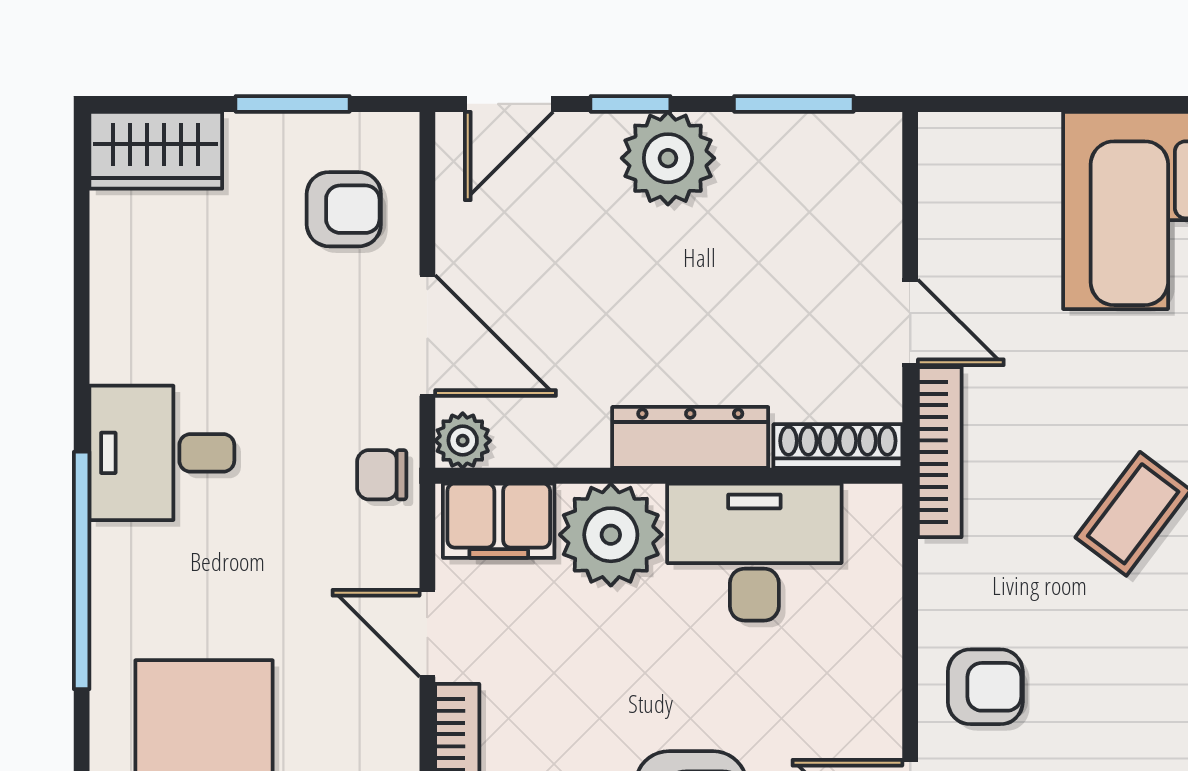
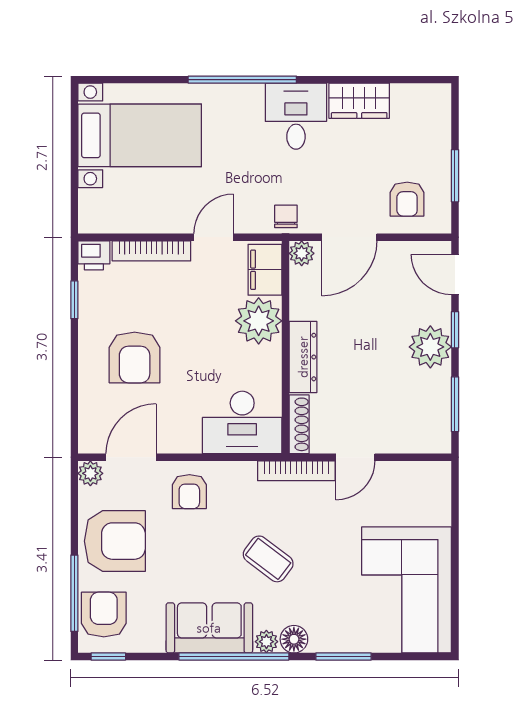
wardrobe: (156, 150) -> (359, 101), moved, turned -90
desk: (754, 552) -> (242, 422), moved, turned 90

